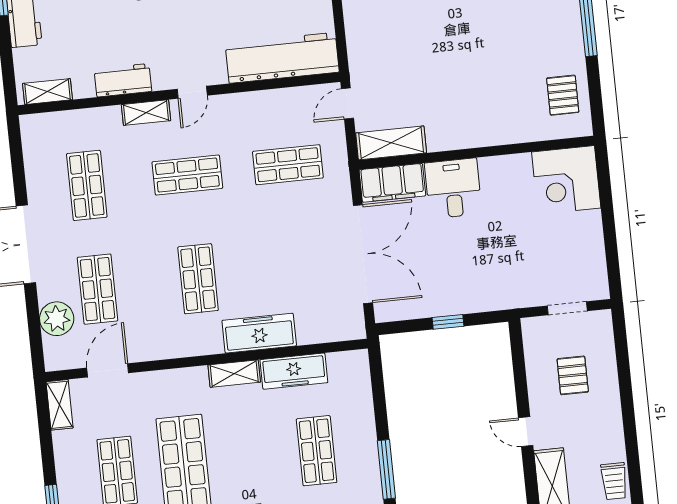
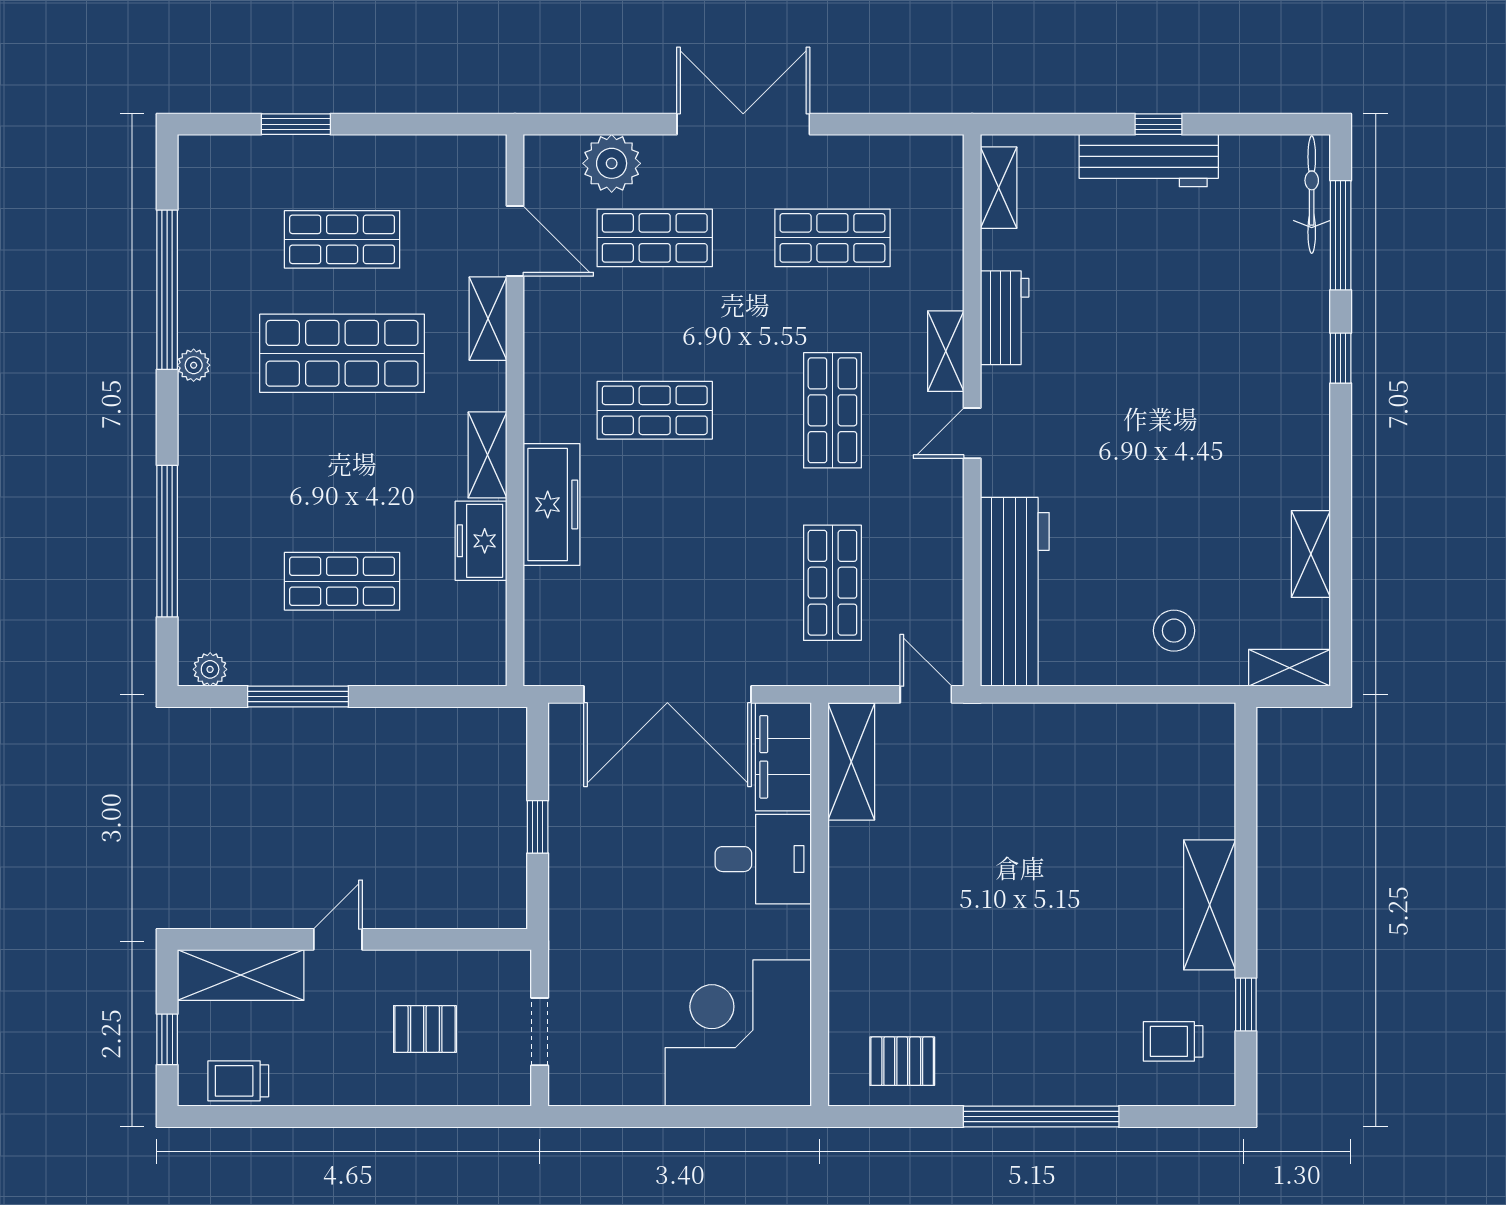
door: (192, 92) -> (972, 433), hinge flipped
corner desk: (566, 180) -> (738, 1033), width x1.36, depth x1.36
freezer: (294, 371) -> (481, 541), width x0.71
shelving: (60, 405) -> (488, 319), moved, turned 90

